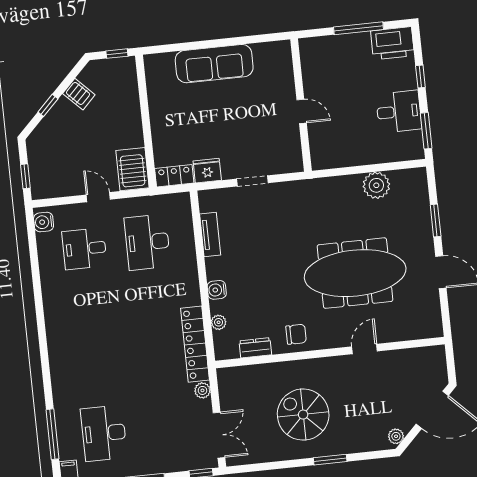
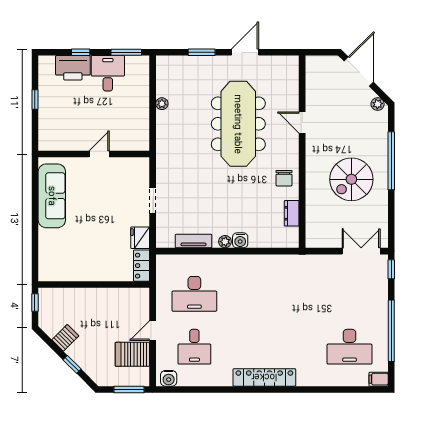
window: (358, 28) -> (35, 100), width x0.46
printer: (392, 43) -> (73, 68), moved, turned 90
sofa: (214, 64) -> (52, 196), moved
server rack: (132, 169) -> (132, 354), moved
window: (25, 176) -> (129, 389), width x1.50
plant: (376, 185) -> (162, 104), width x0.53, depth x0.53
plant: (219, 322) -> (225, 242), moved
chair: (296, 334) -> (284, 178), turned 180
locker: (195, 344) -> (264, 377), moved, turned 180
plant: (202, 390) -> (323, 261), removed
window: (53, 434) -> (346, 389), removed
window: (330, 460) -> (391, 161), width x2.11

